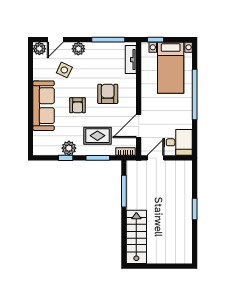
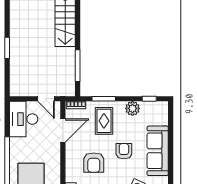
rug: (97, 136) -> (104, 121), turned 90
desk: (178, 142) -> (24, 119), width x1.37
window: (66, 158) -> (149, 99), moved
door: (156, 158) -> (46, 99), hinge flipped

